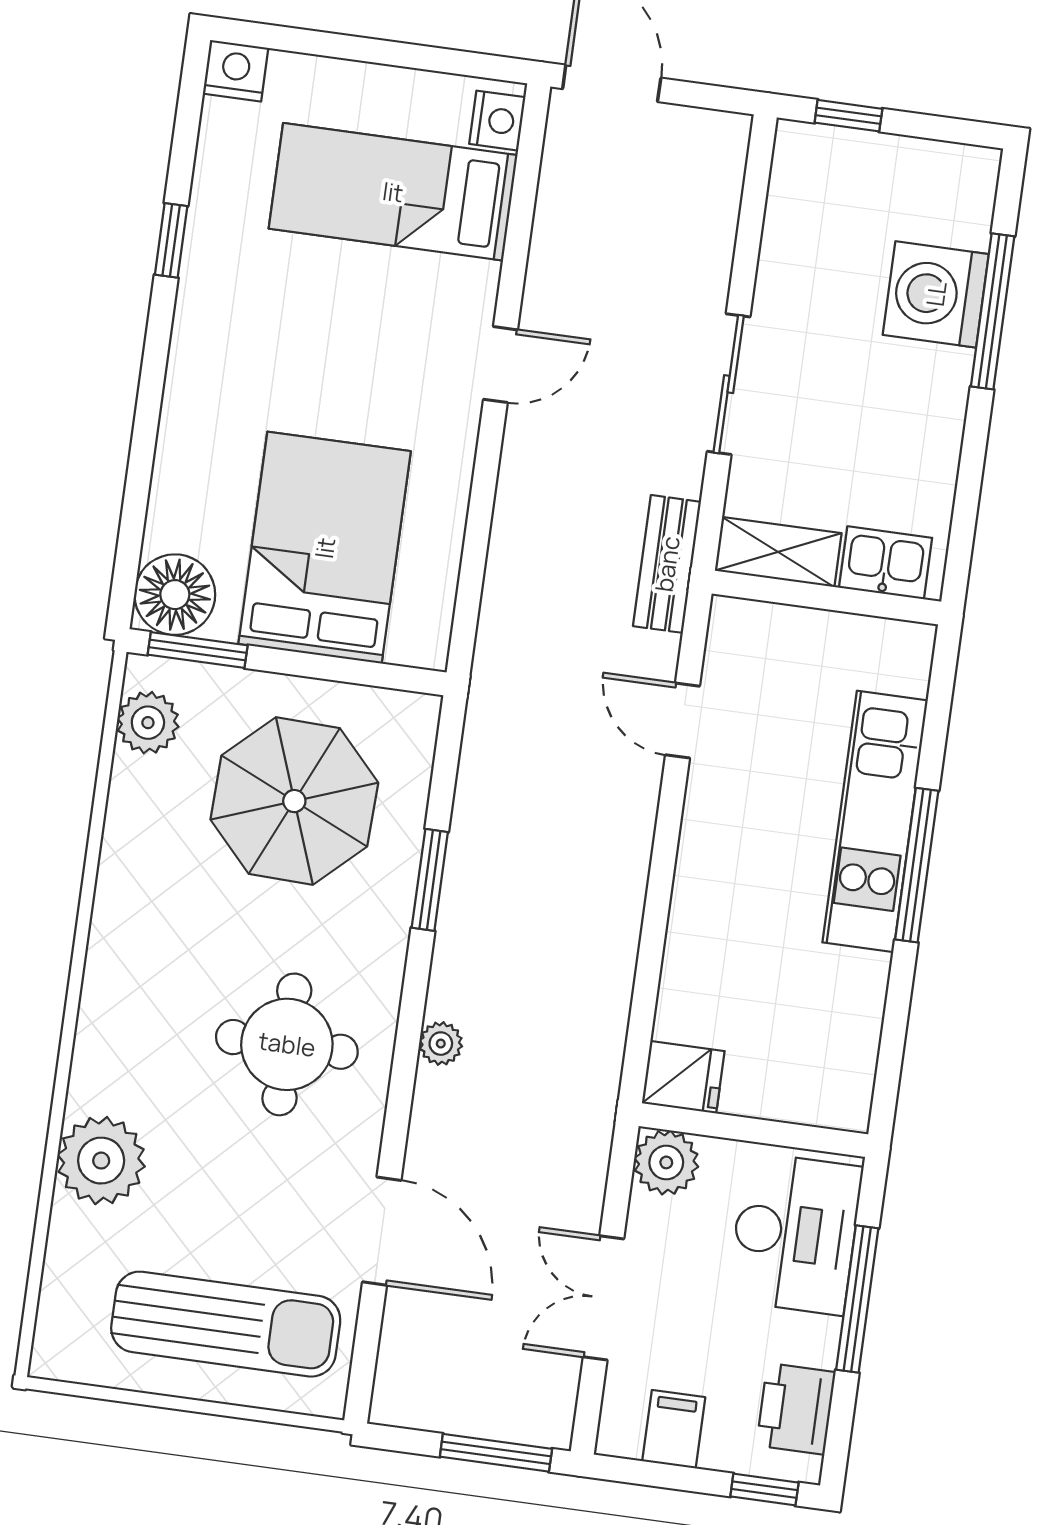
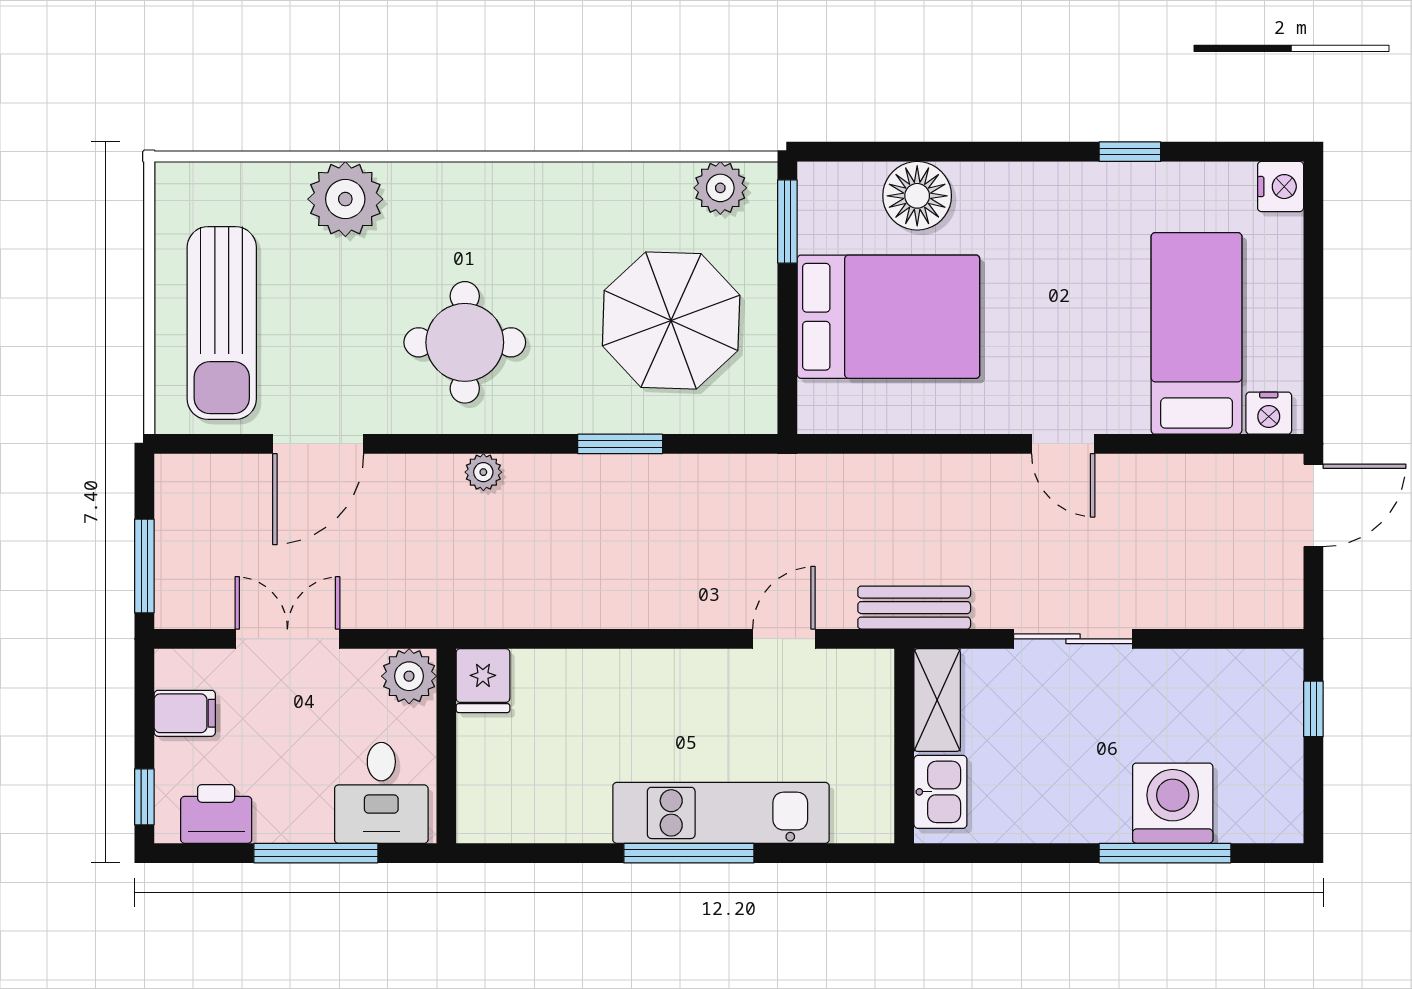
floor lamp: (175, 595) -> (917, 196), moved
desk: (795, 1234) -> (381, 793), width x0.73

